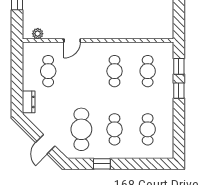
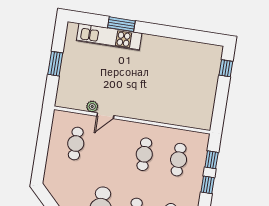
plant: (38, 34) -> (92, 106), moved
dresser: (29, 102) -> (50, 172), removed

